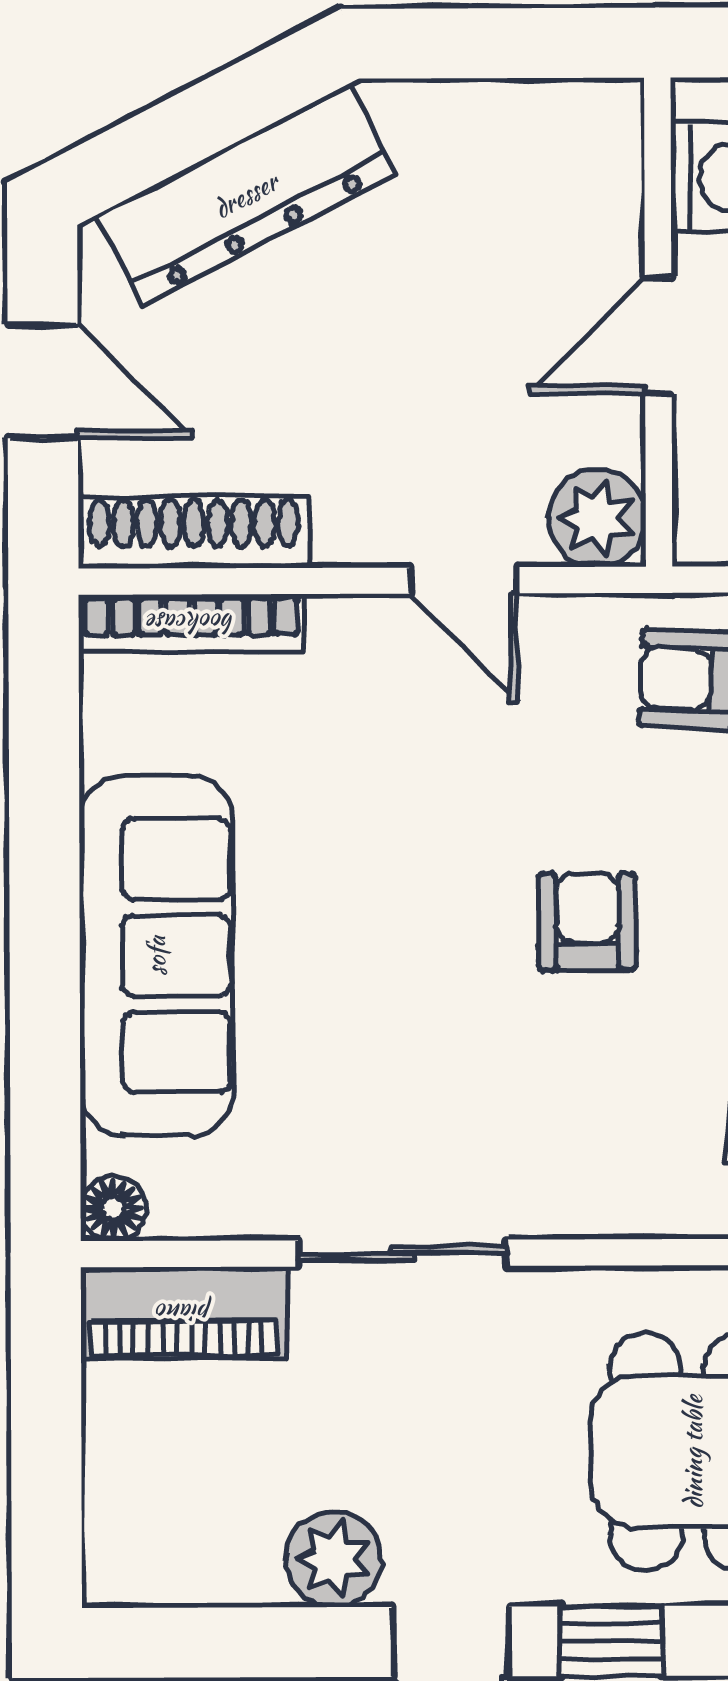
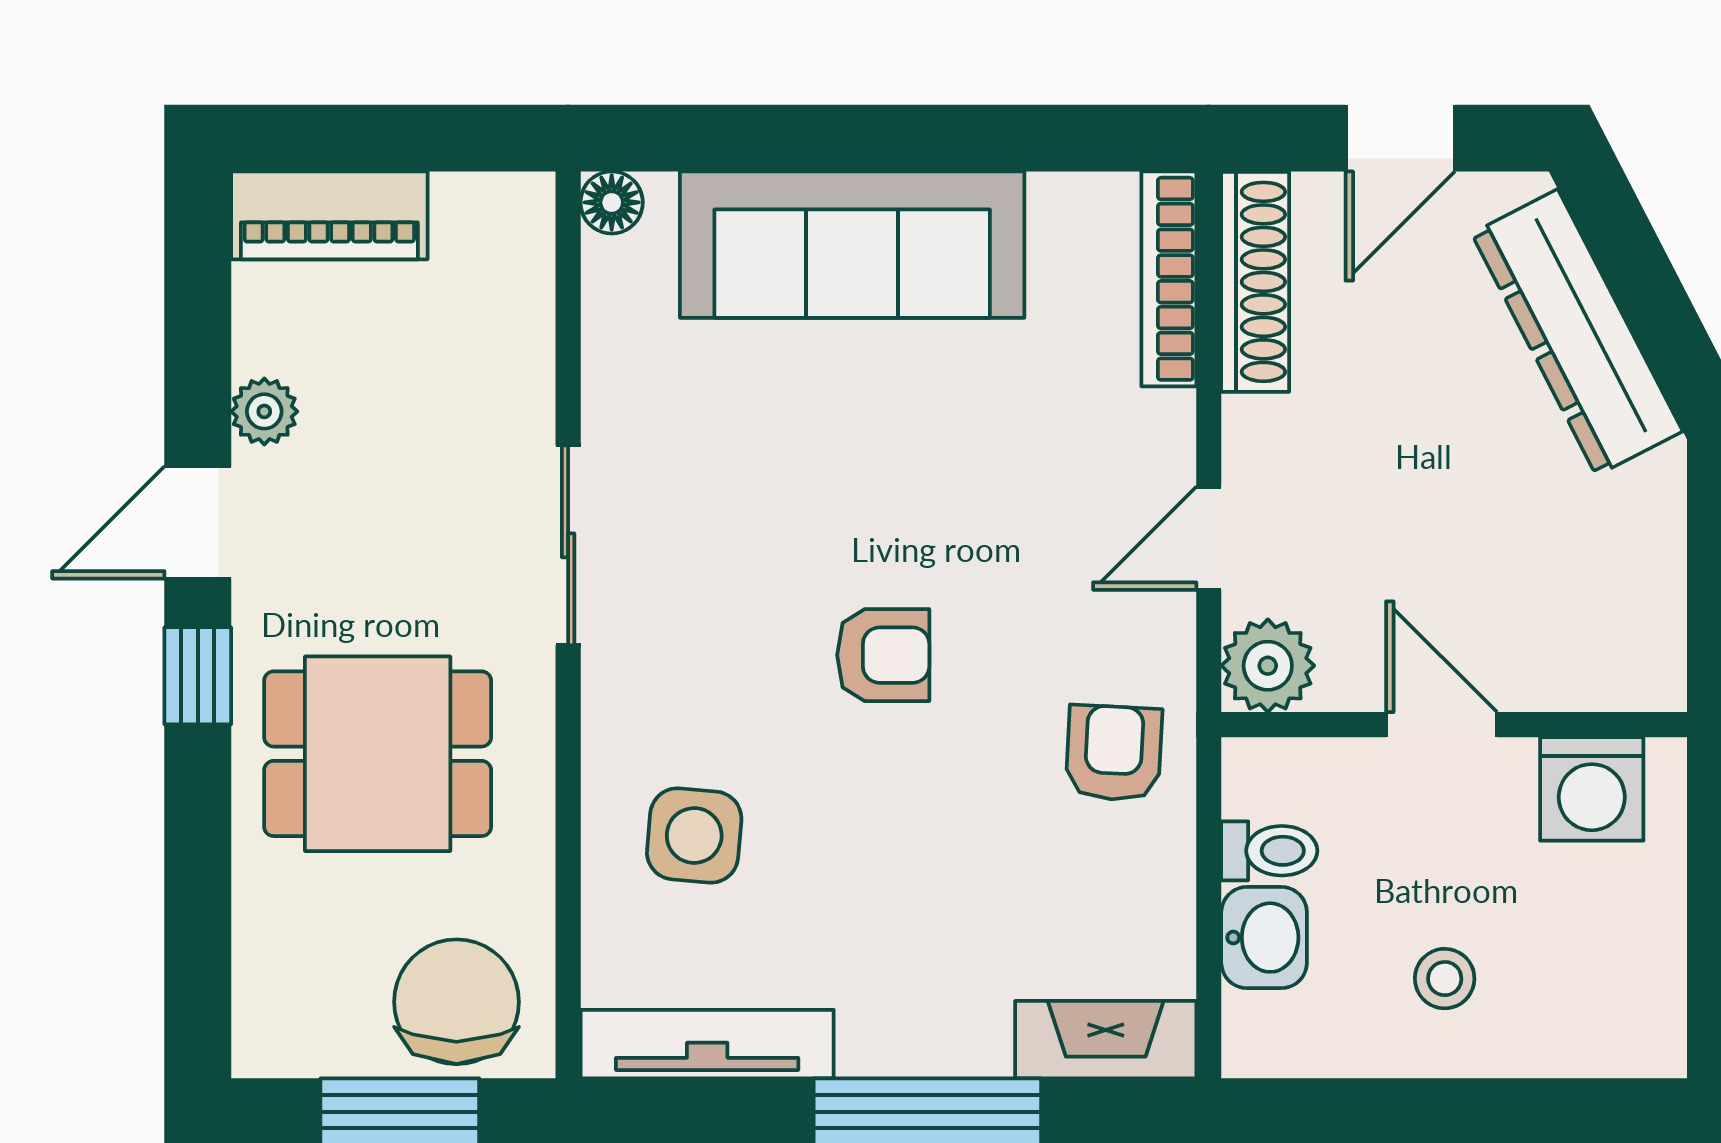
sliding door: (403, 1253) -> (568, 545), moved
piano: (184, 1313) -> (329, 215), moved, turned -90
plant: (334, 1559) -> (264, 411), width x0.73, depth x0.73

